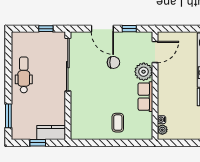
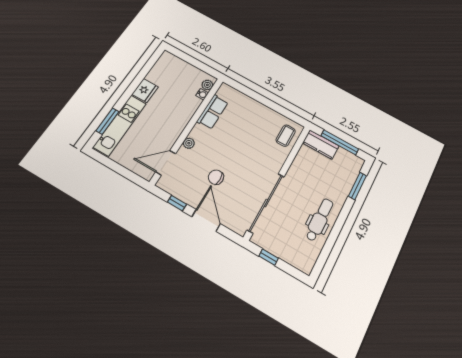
plant: (144, 72) -> (189, 143), width x0.53, depth x0.53
dental chair: (24, 75) -> (320, 220), turned 180
row of seats: (145, 97) -> (213, 112), moved
coffee table: (118, 123) -> (286, 136), moved
window: (38, 143) -> (340, 142), width x2.17

